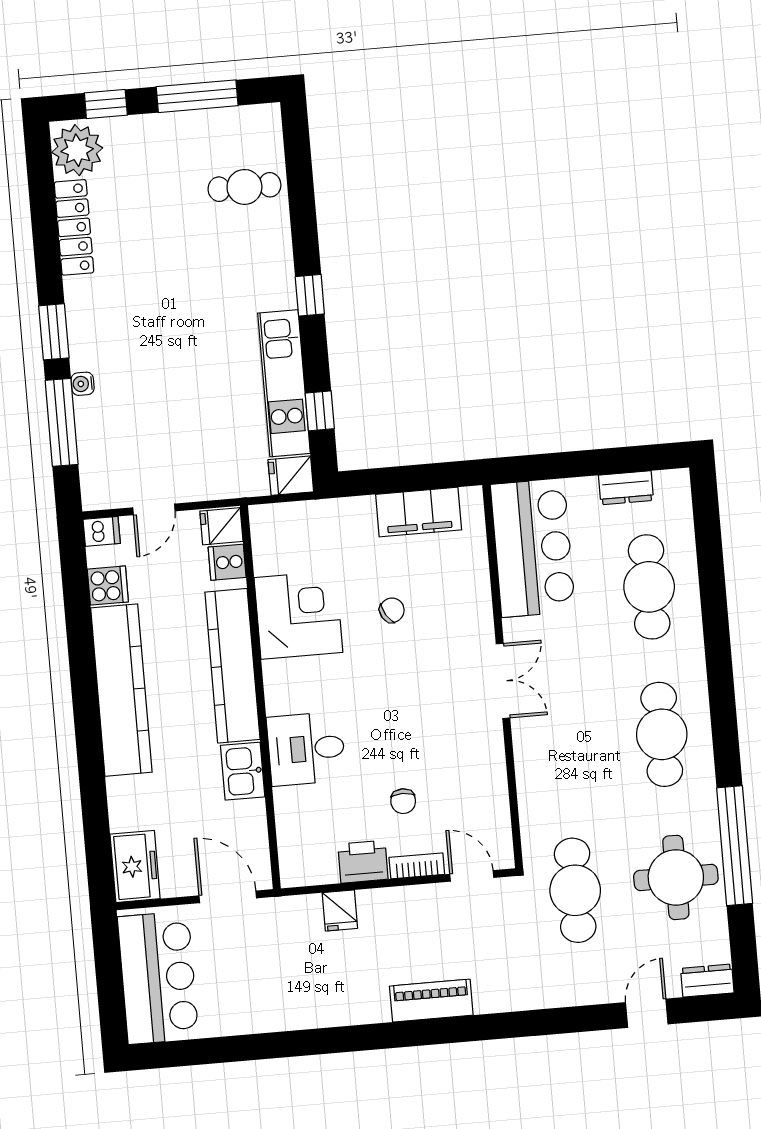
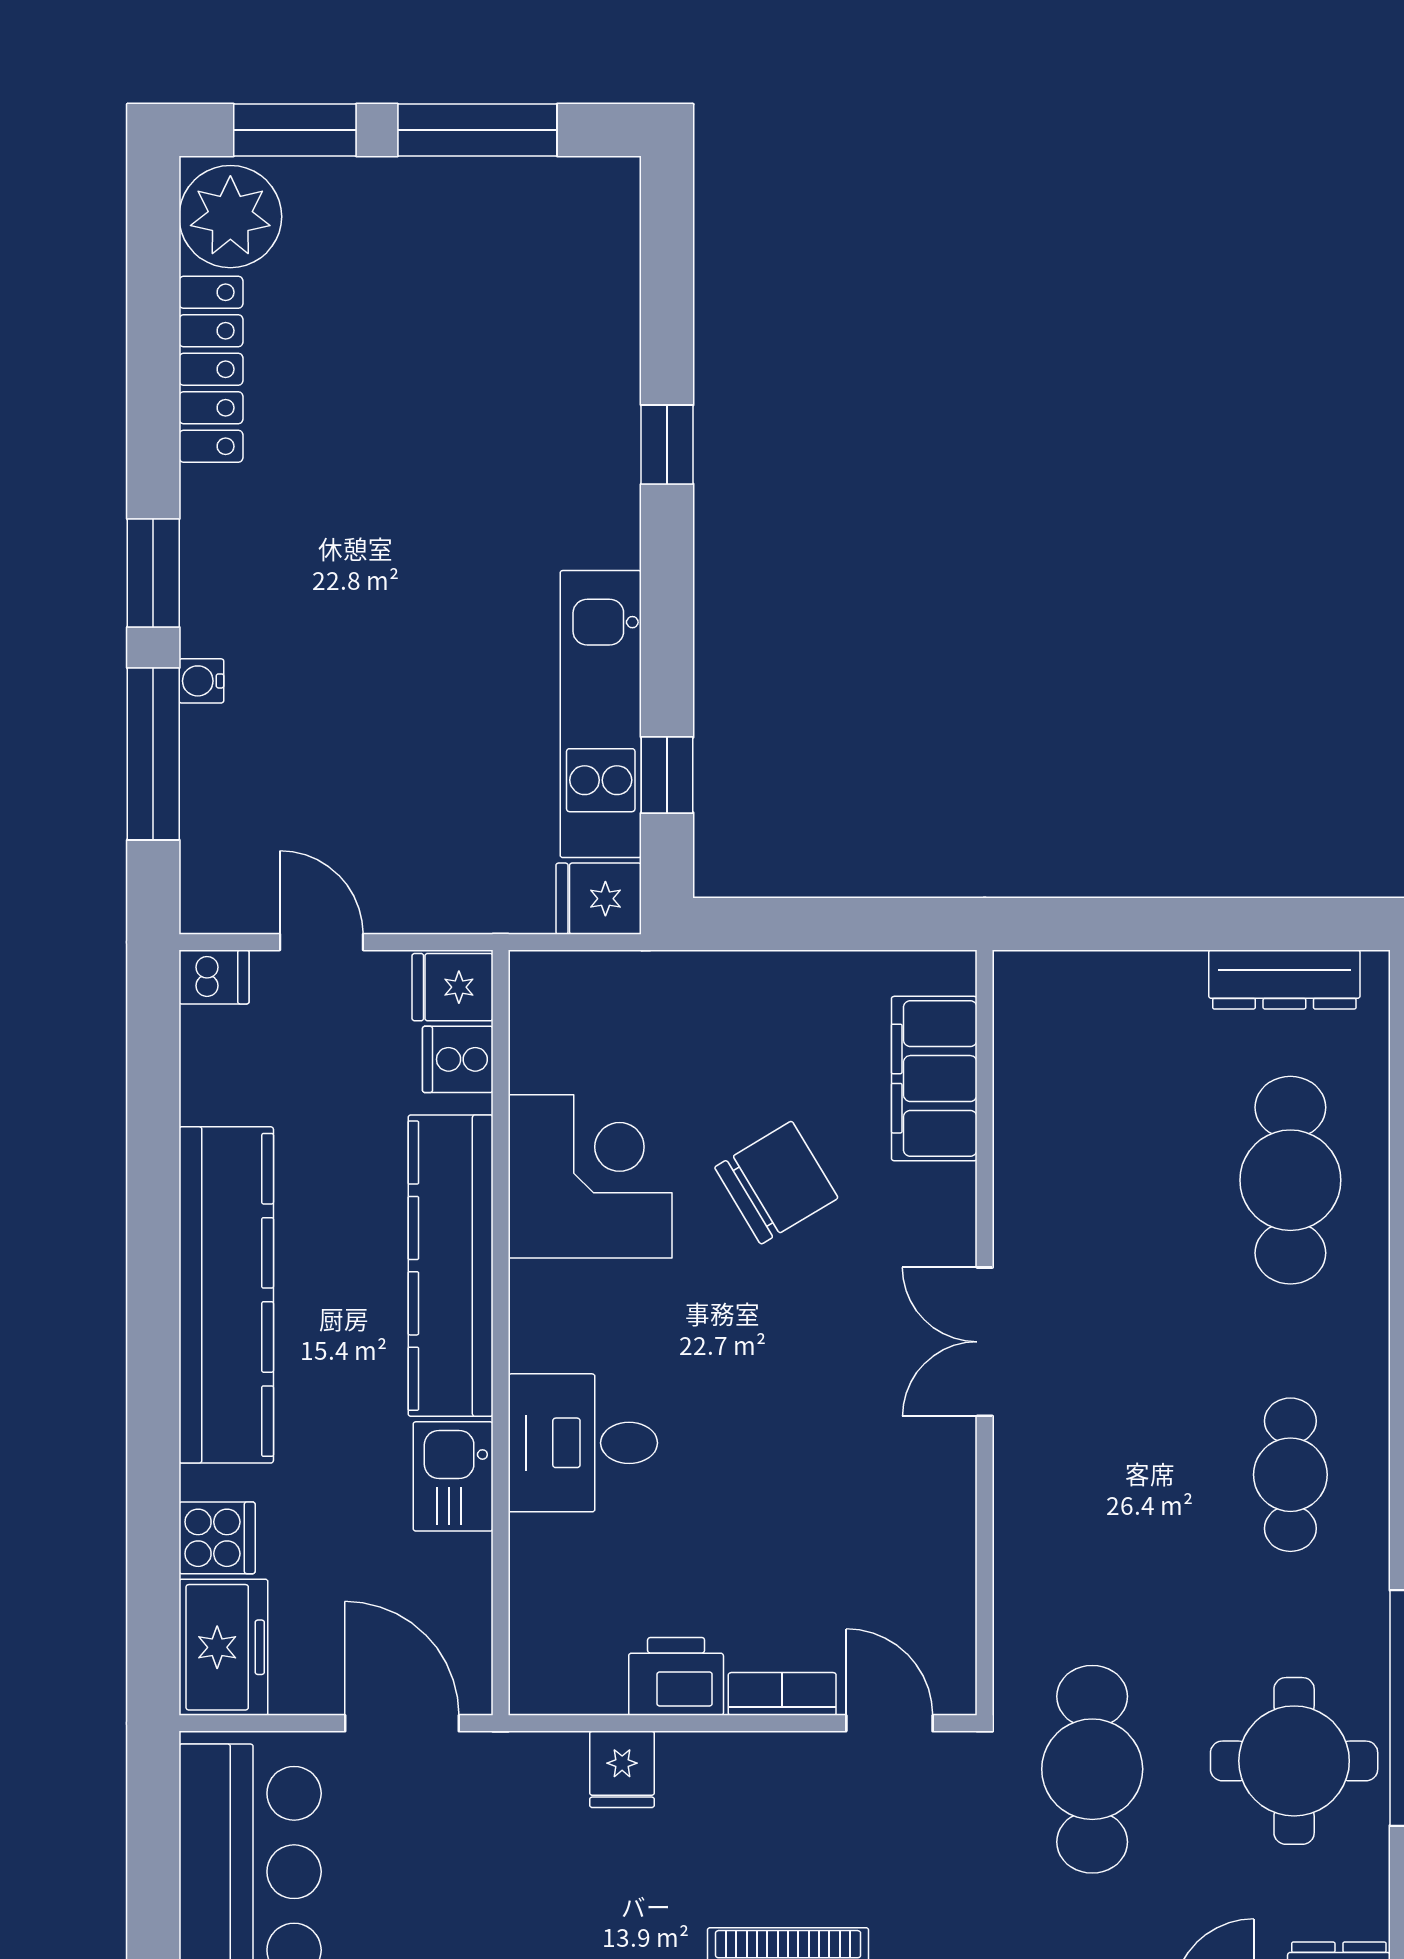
window: (106, 104) -> (295, 130), width x1.50
cafe table: (244, 187) -> (556, 318), removed
window: (310, 295) -> (667, 445), moved
dresser: (626, 488) -> (1284, 979), width x1.44
door: (154, 509) -> (321, 942), swing flipped
filing cabinet: (419, 512) -> (934, 1079), moved, turned 90
bar counter: (533, 548) -> (1066, 1083), removed
cooker: (108, 586) -> (217, 1538), moved
chair: (392, 610) -> (776, 1183), width x1.87, depth x1.87
double door: (503, 681) -> (985, 1342), swing flipped
cafe table: (662, 734) -> (1290, 1475), width x0.73, depth x0.74
chair: (403, 801) -> (766, 1563), removed

